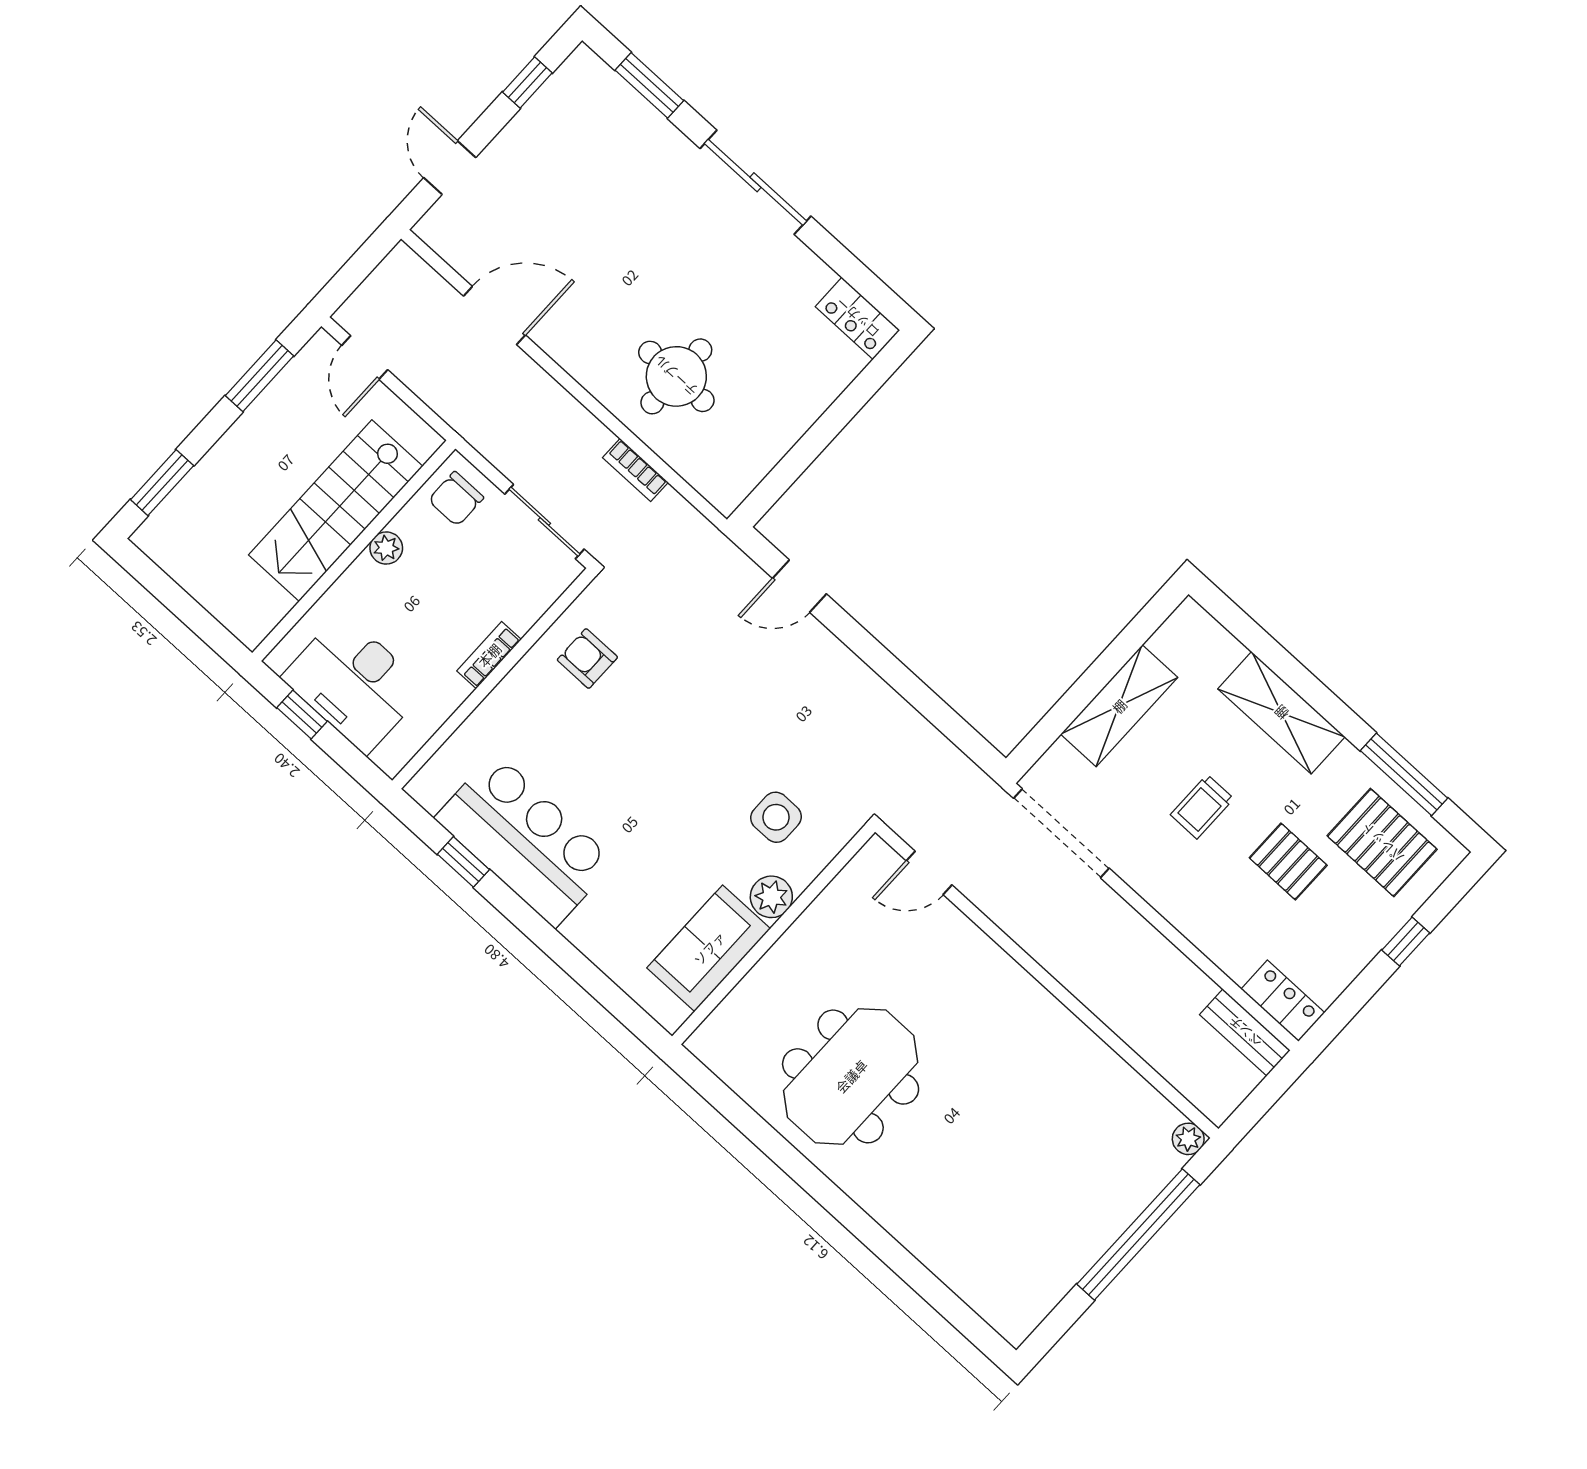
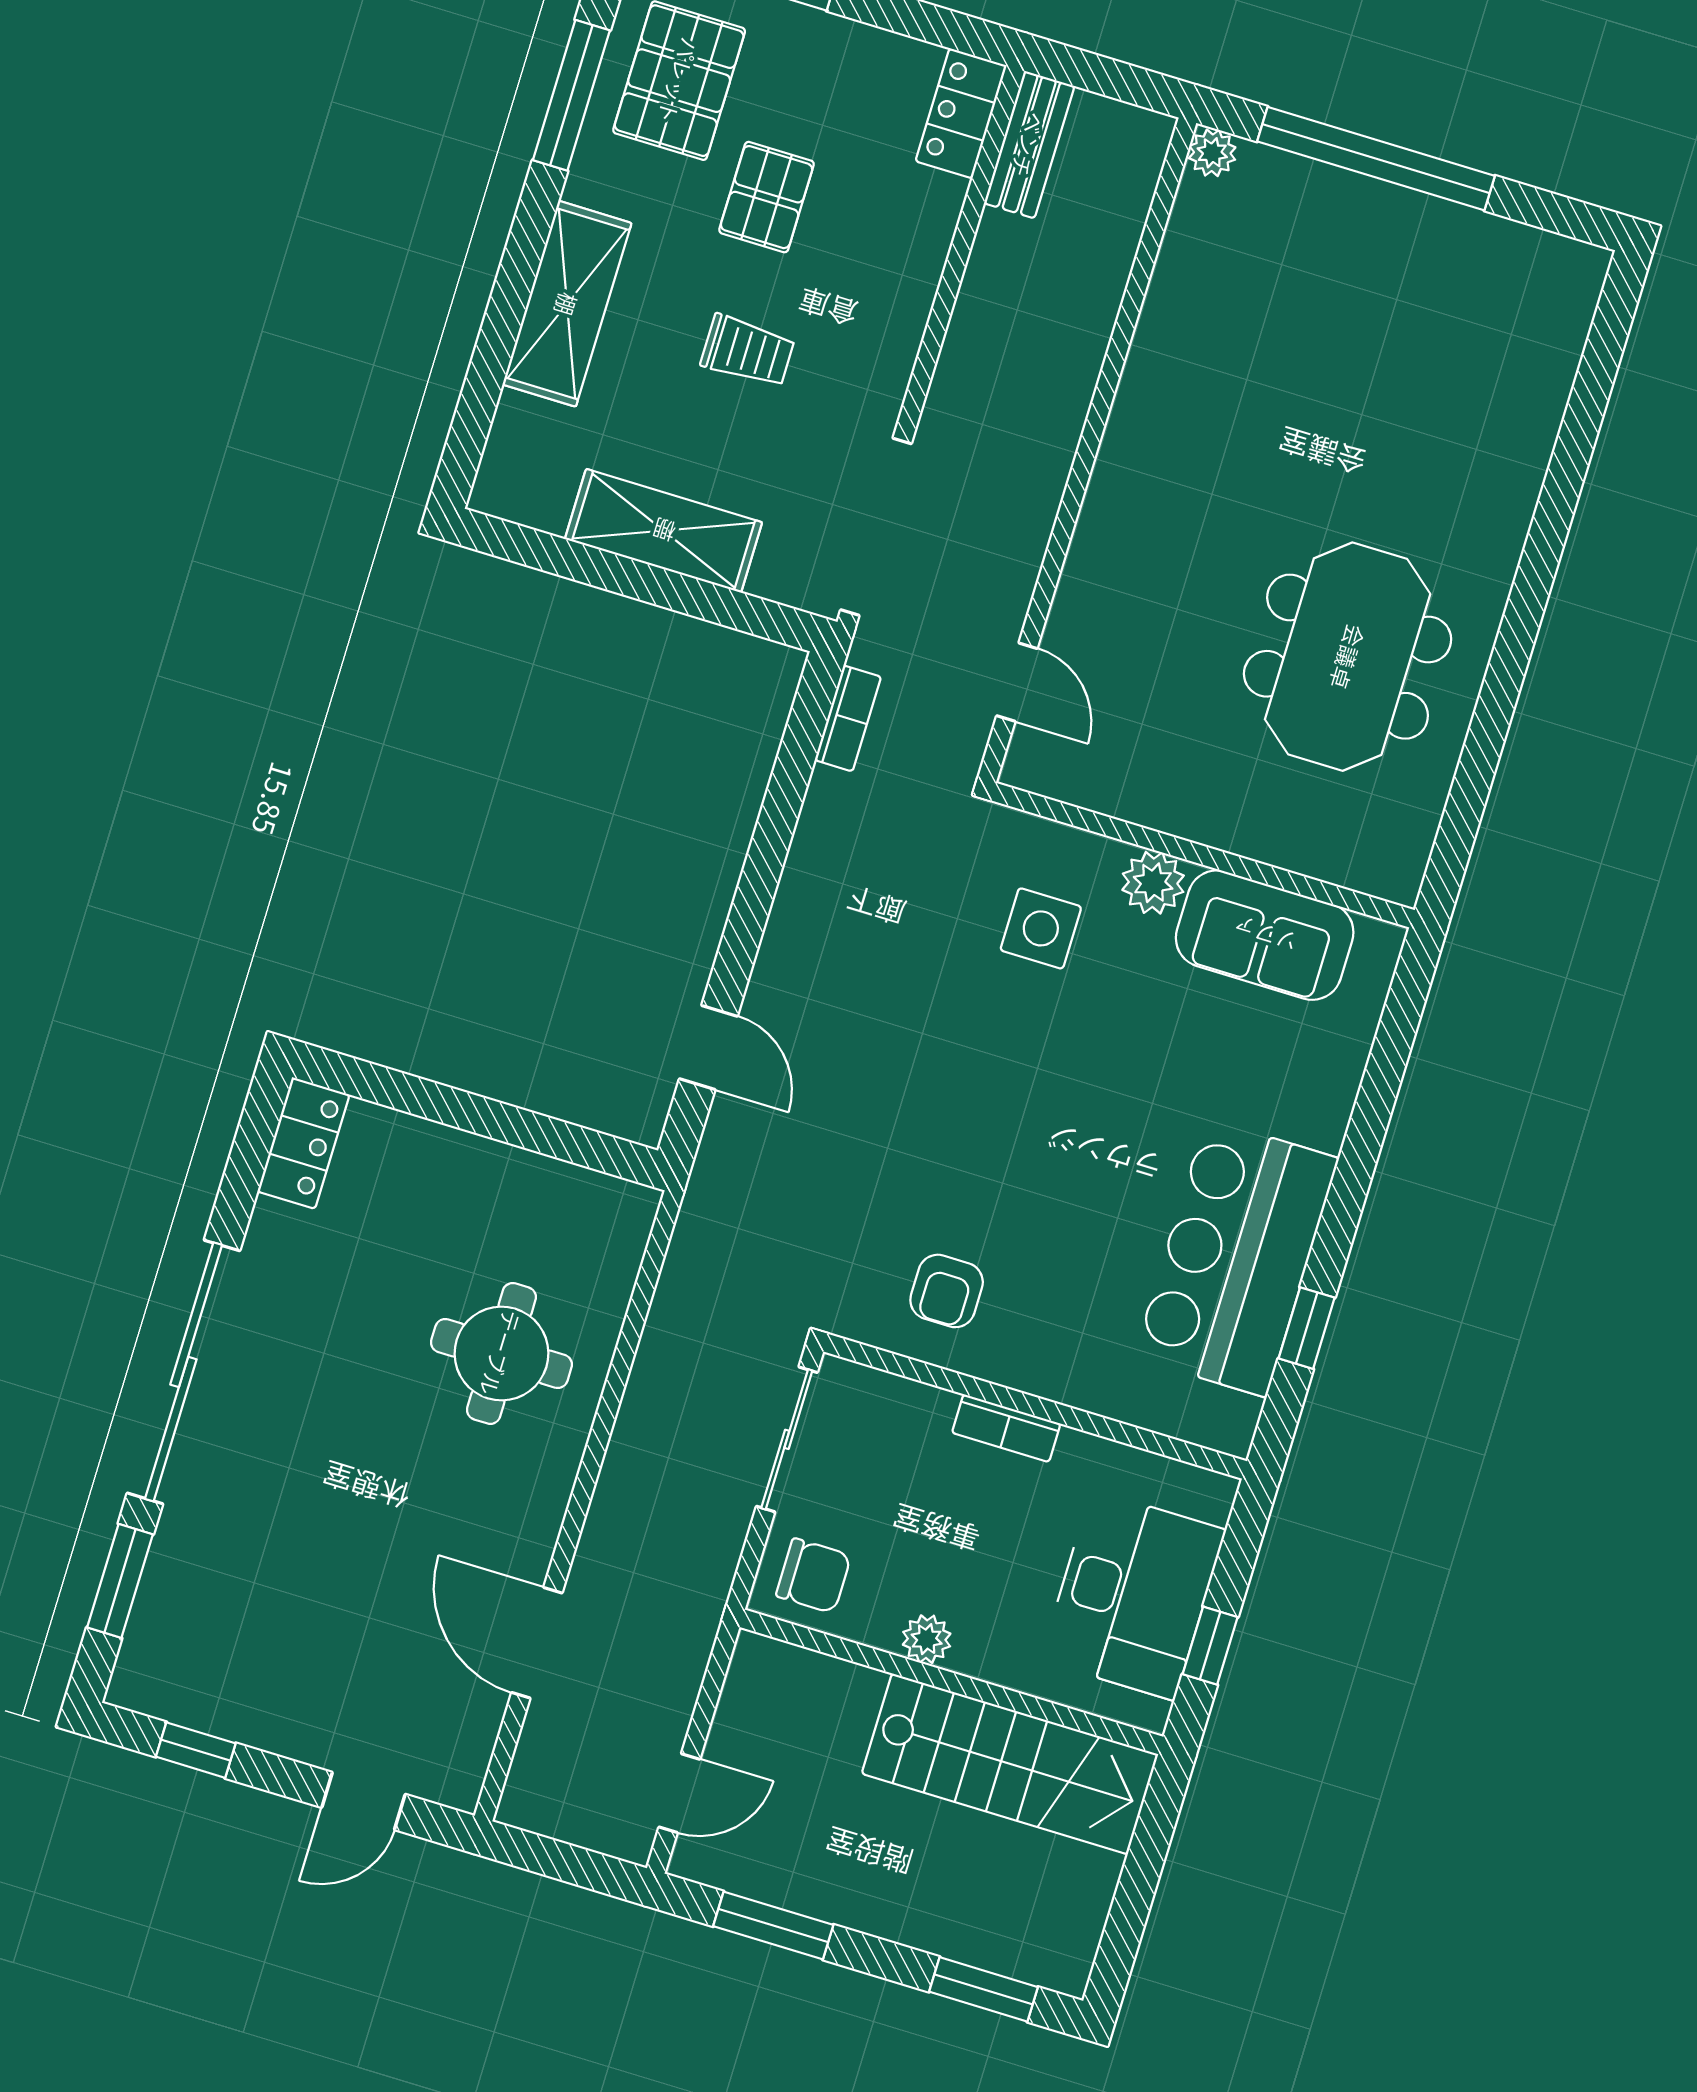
sliding door: (755, 182) -> (183, 1372), width x1.36
bookcase: (635, 470) -> (848, 718), moved
stairs: (336, 511) -> (1010, 1764), moved
meeting table: (851, 1076) -> (1348, 657), turned 90

